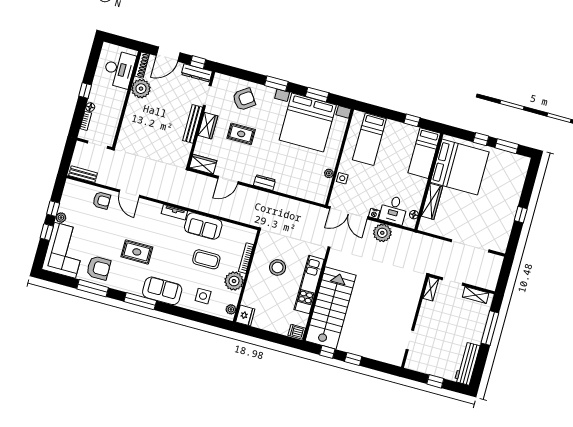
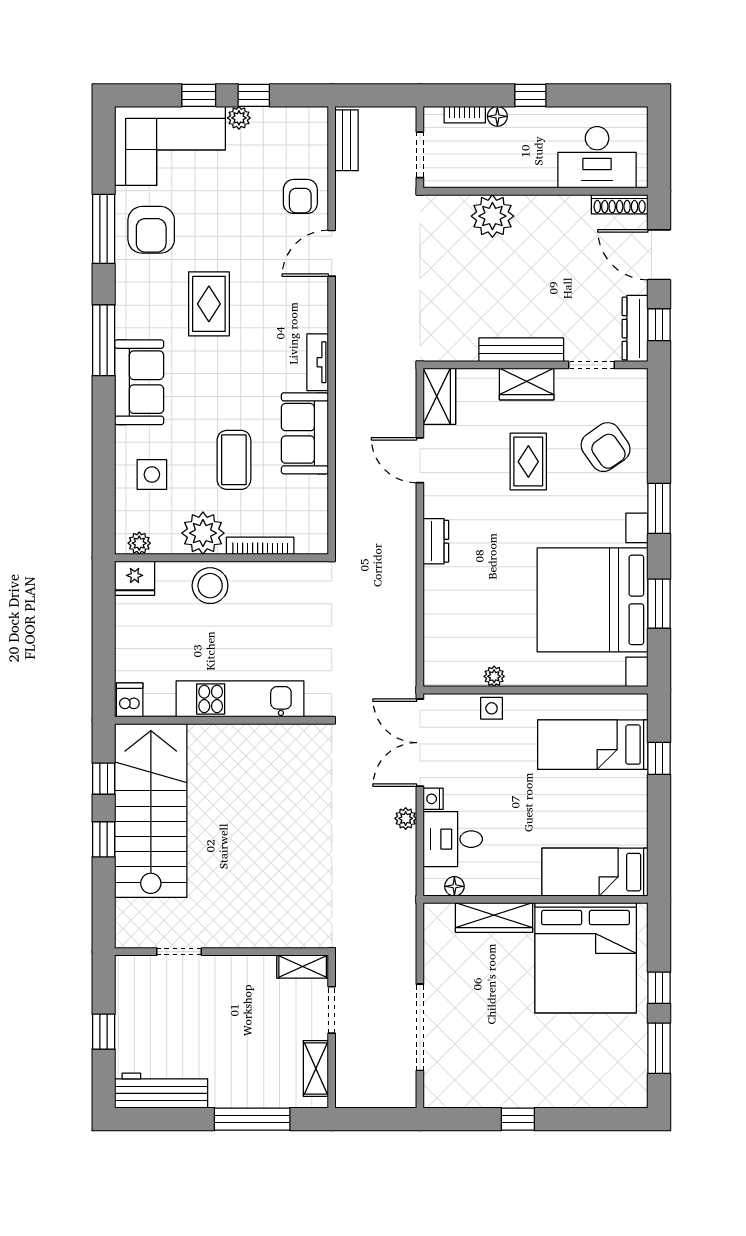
plant: (141, 89) -> (492, 216), moved
window: (412, 120) -> (659, 758), moved
plant: (382, 233) -> (406, 818), width x0.53, depth x0.53
stool: (278, 267) -> (210, 586), moved
stairs: (331, 308) -> (151, 810), moved, turned -90

